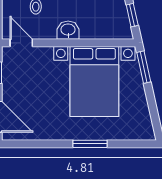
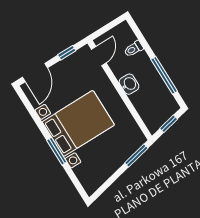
bed with nightstands: (94, 82) -> (78, 123), moved, turned 180

